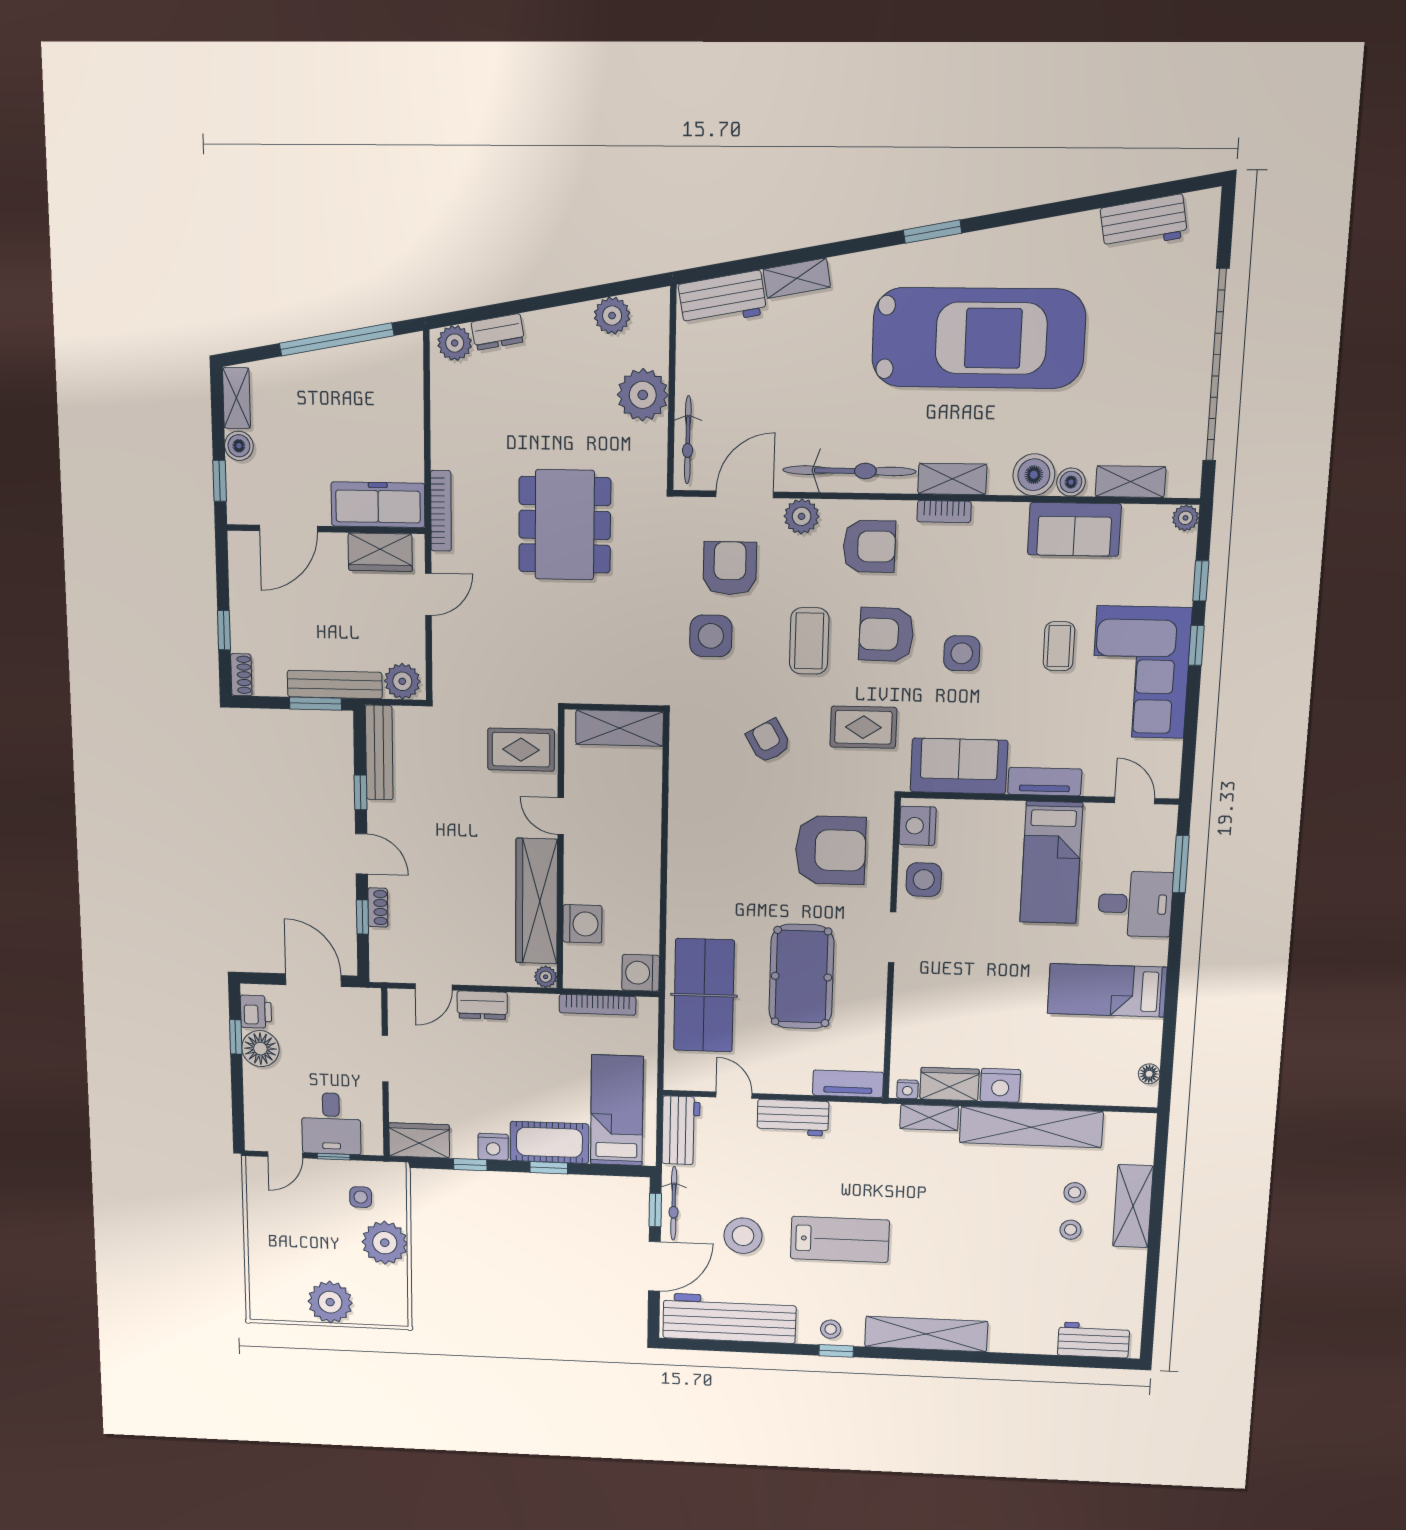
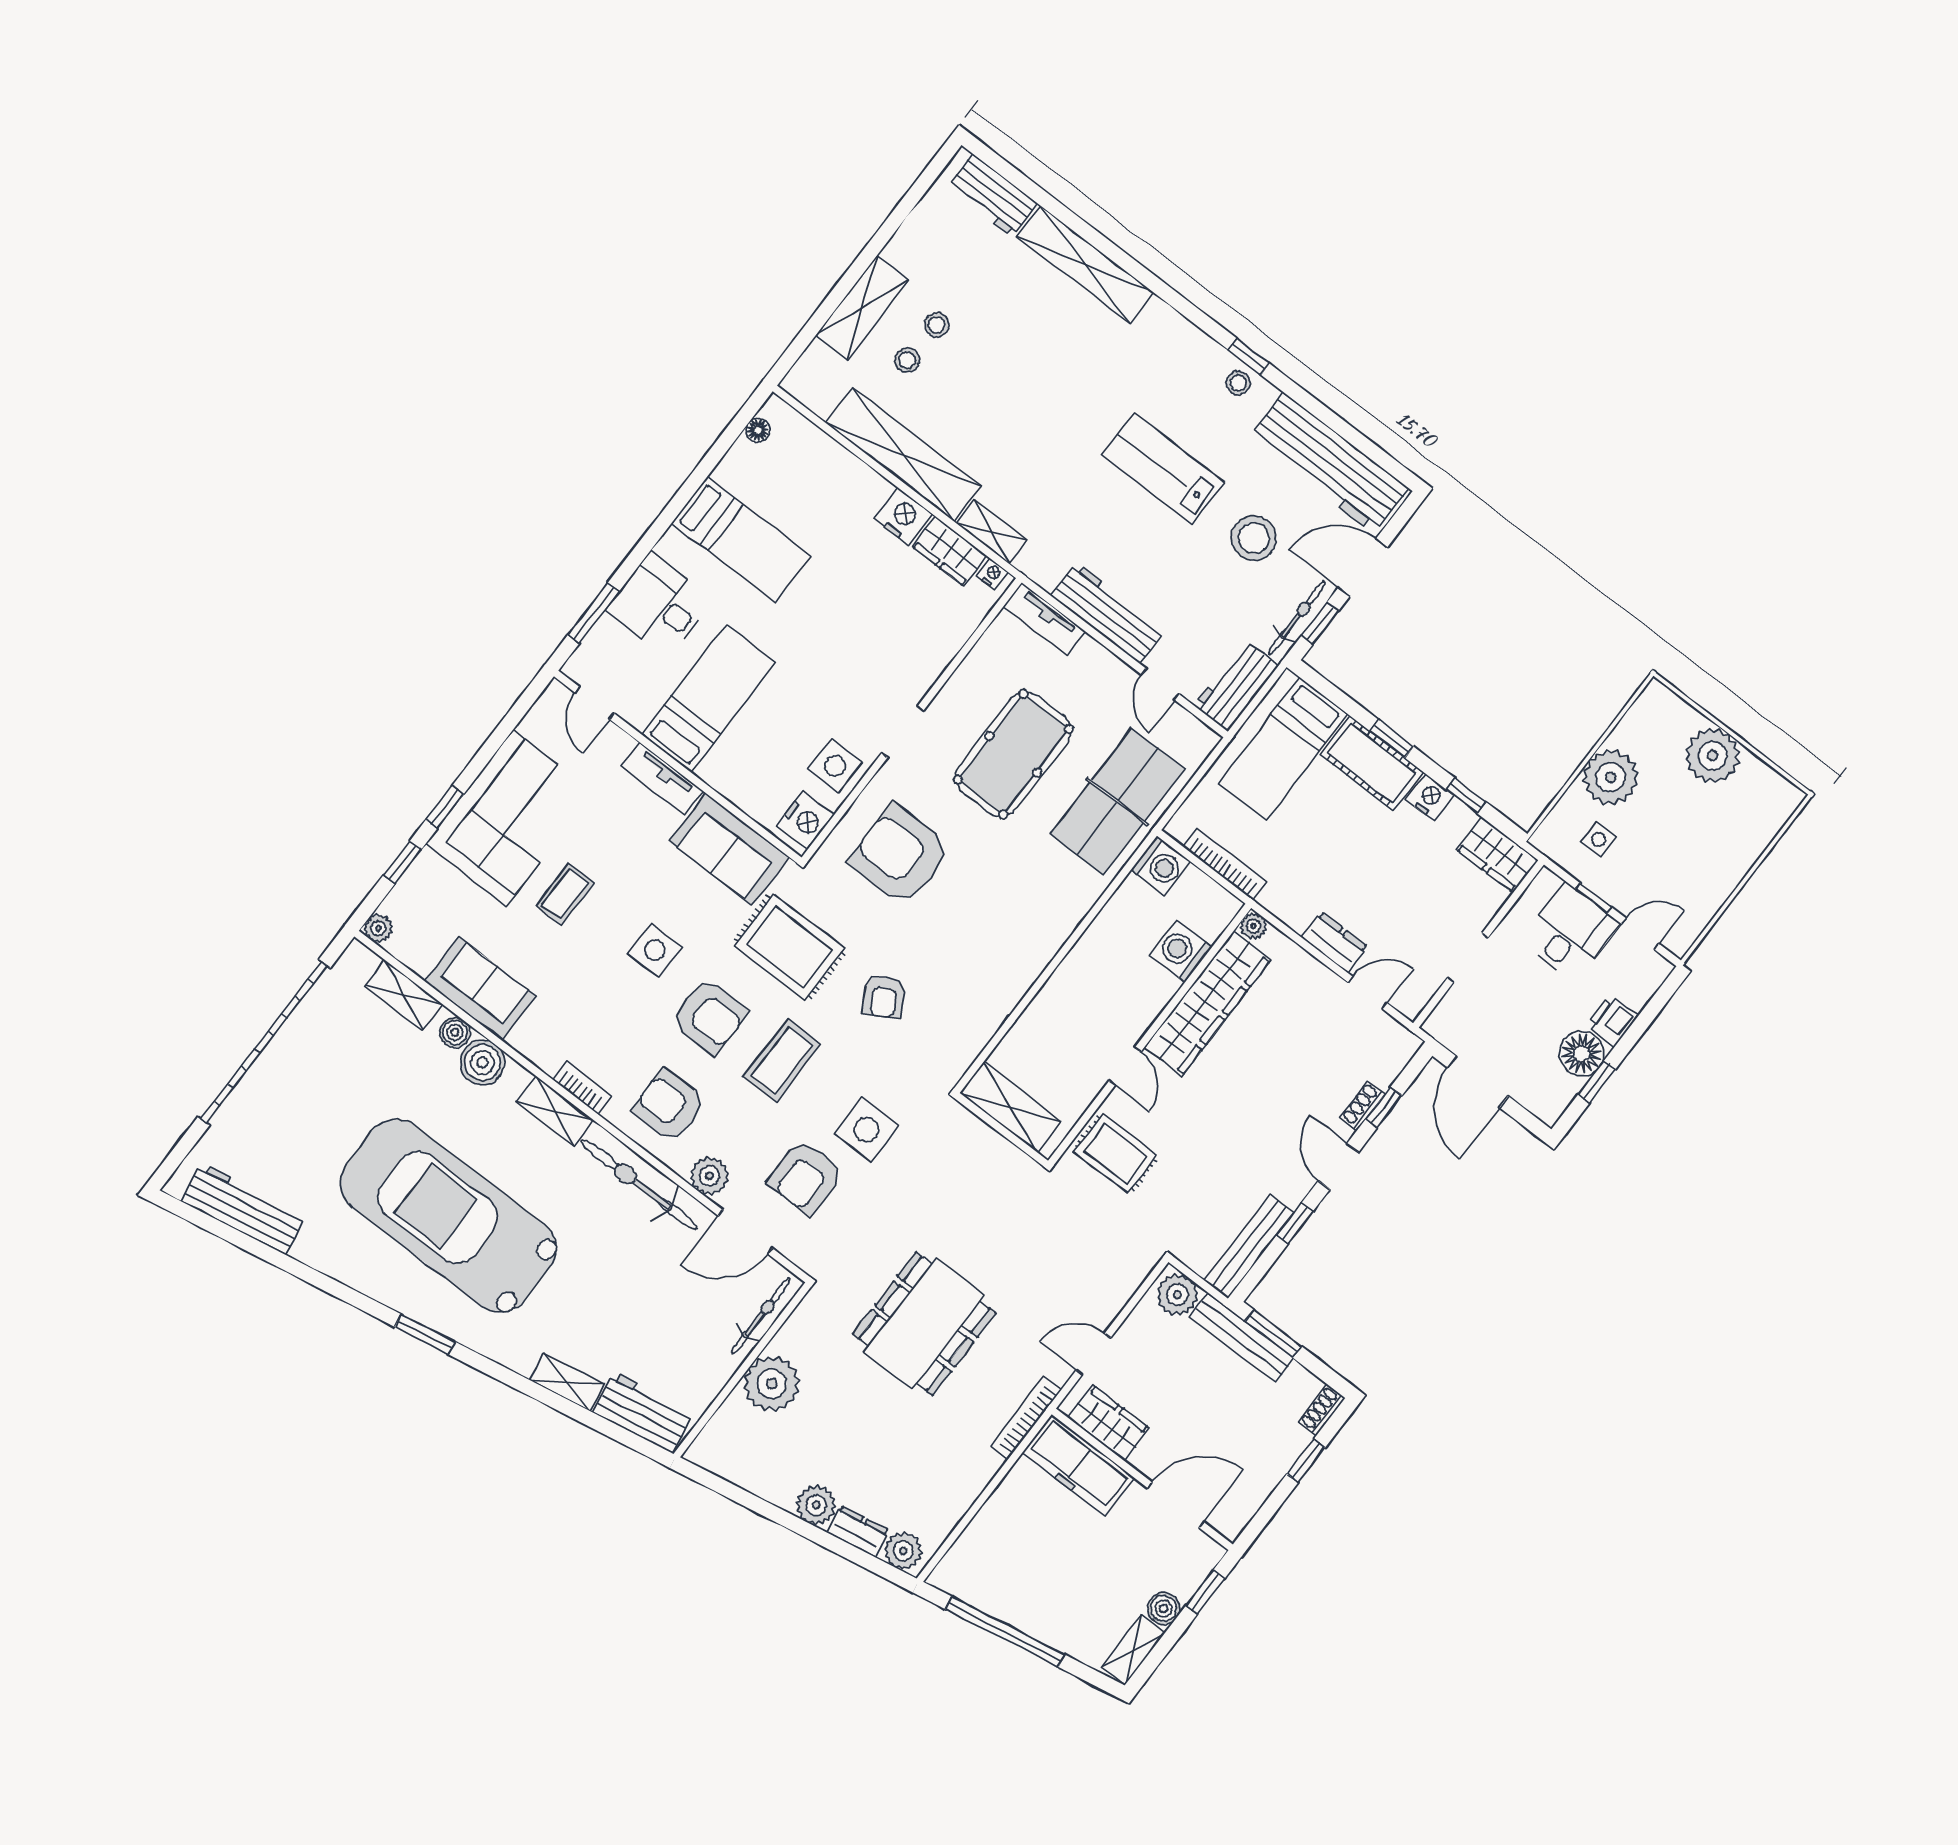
workbench: (1144, 223) -> (244, 1209), width x1.38
plant: (612, 316) -> (816, 1505), moved
rug: (863, 727) -> (789, 947), width x1.36, depth x1.43
printer: (256, 1012) -> (1612, 1020), moved
workbench: (793, 1118) -> (1108, 613), width x1.38
shelving: (926, 1334) -> (1085, 264), moved

